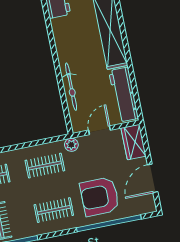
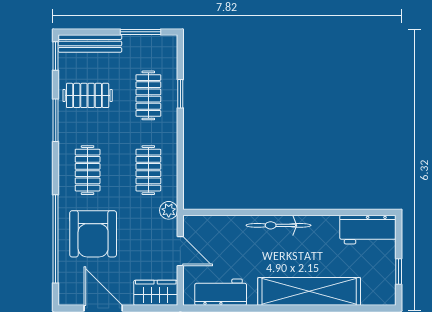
bicycle: (71, 87) -> (278, 225), moved
workbench: (124, 95) -> (221, 292), width x0.73
armchair: (100, 197) -> (93, 234), turned 180

